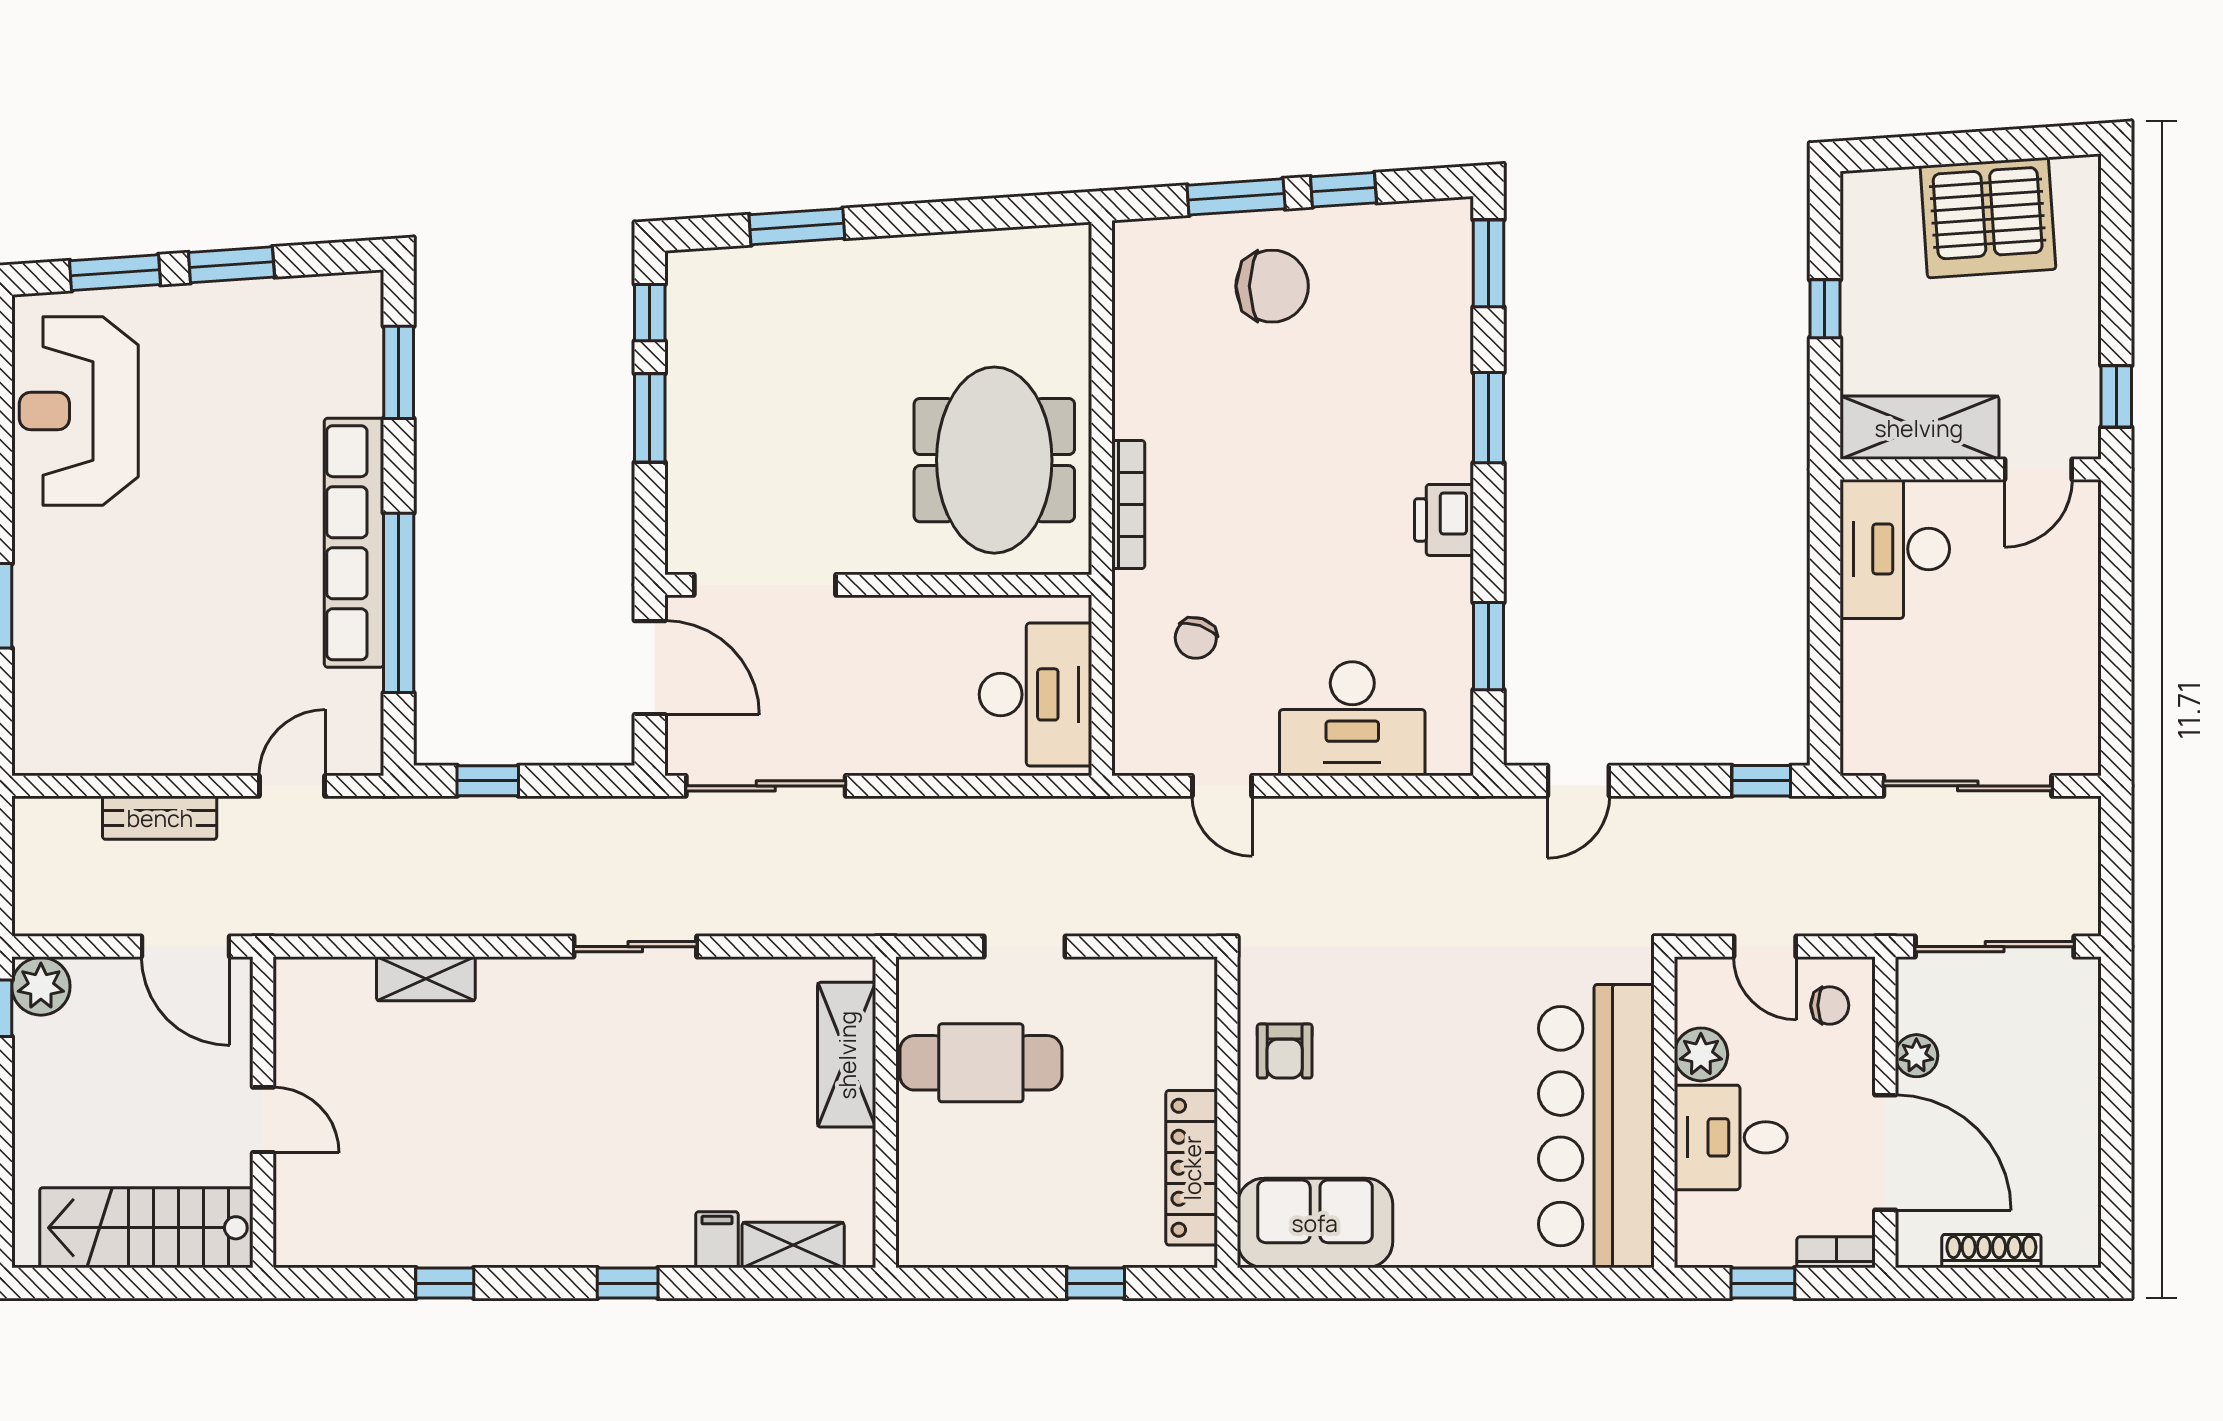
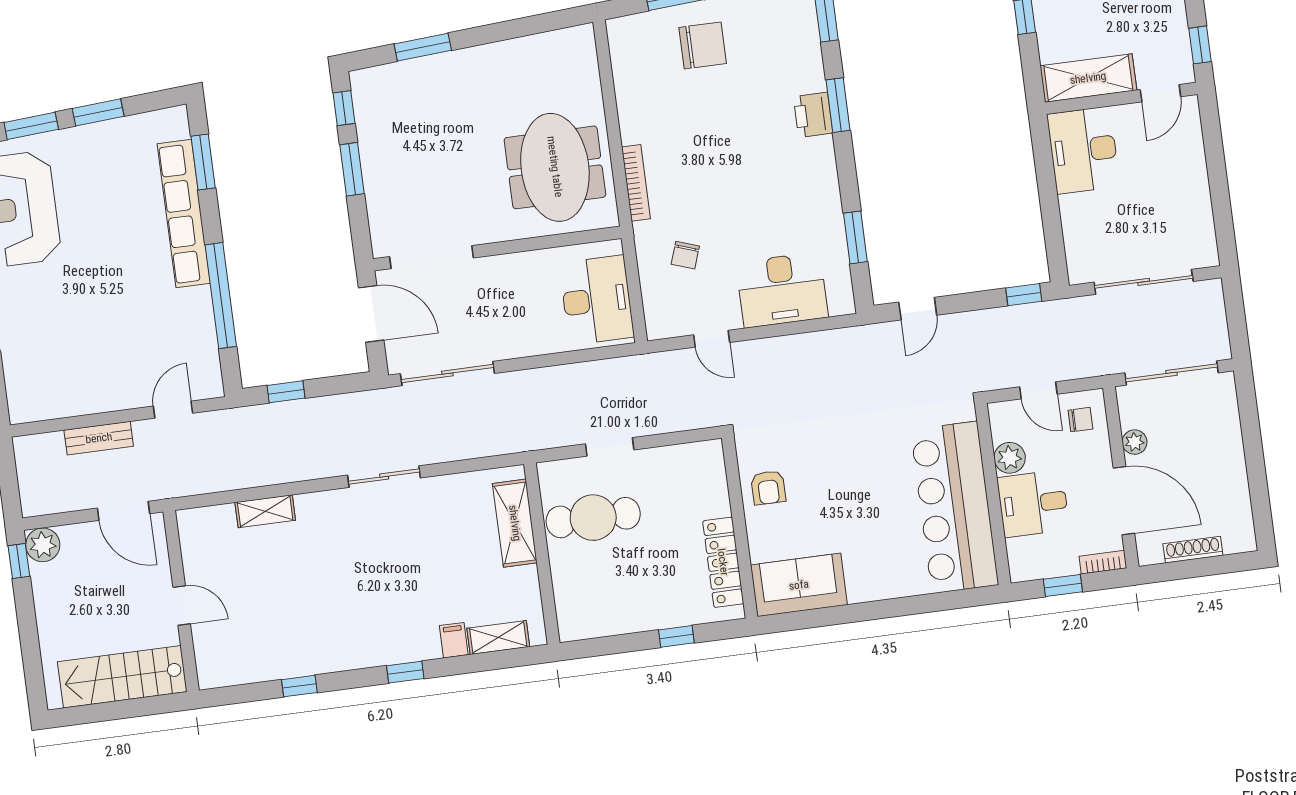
printer: (1444, 520) -> (813, 115), moved
row of seats: (354, 543) -> (184, 214), moved

